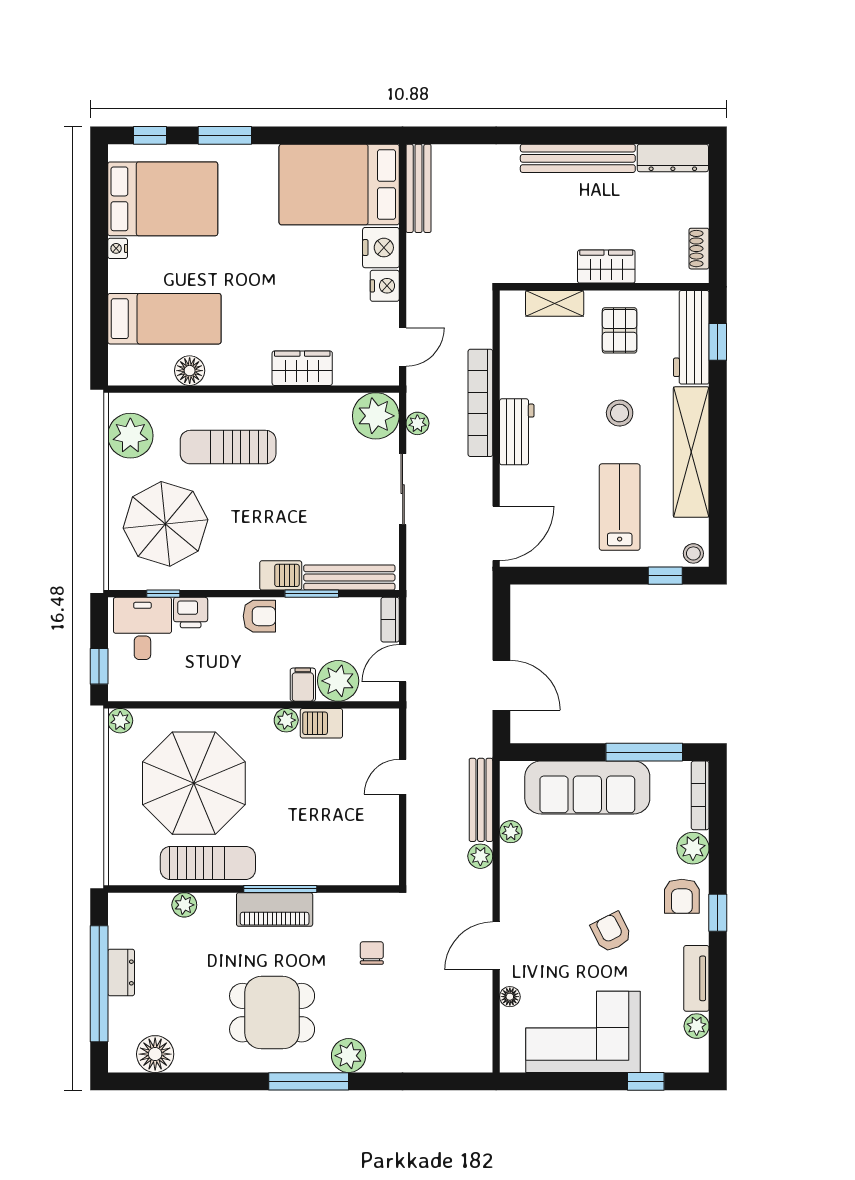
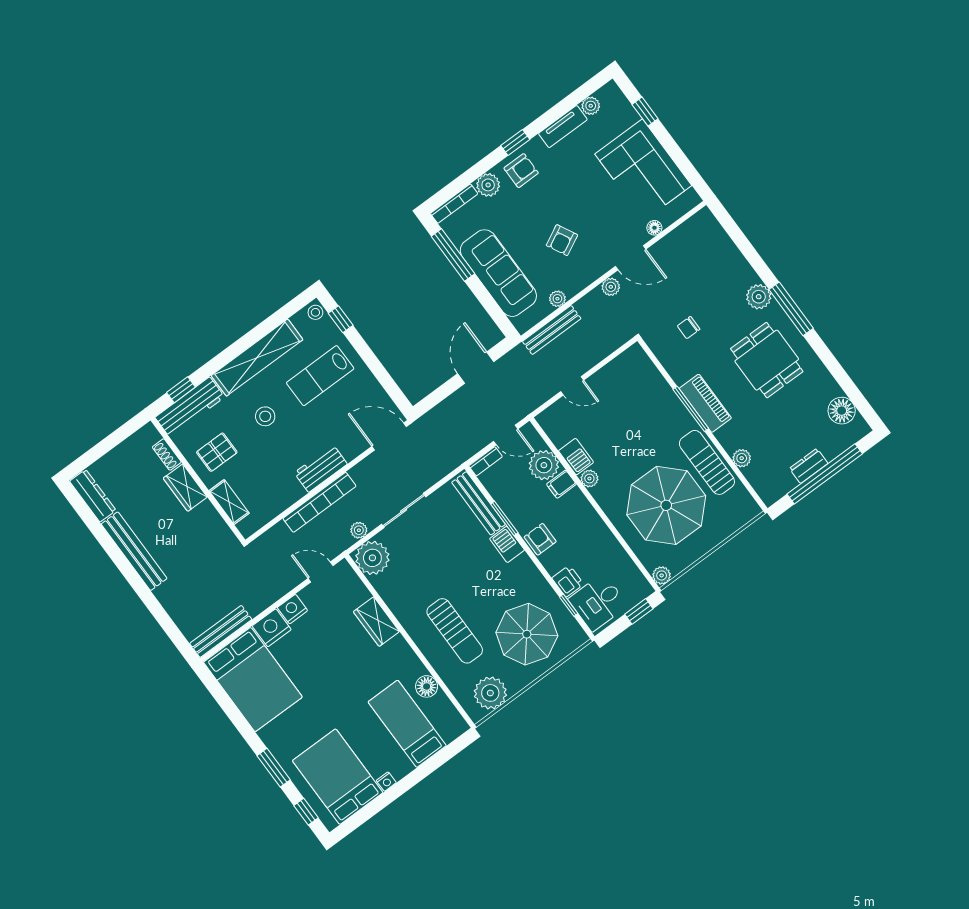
shoe rack: (699, 249) -> (167, 455), moved, turned 90
plant: (480, 856) -> (611, 287), moved
armchair: (611, 932) -> (562, 240), moved

